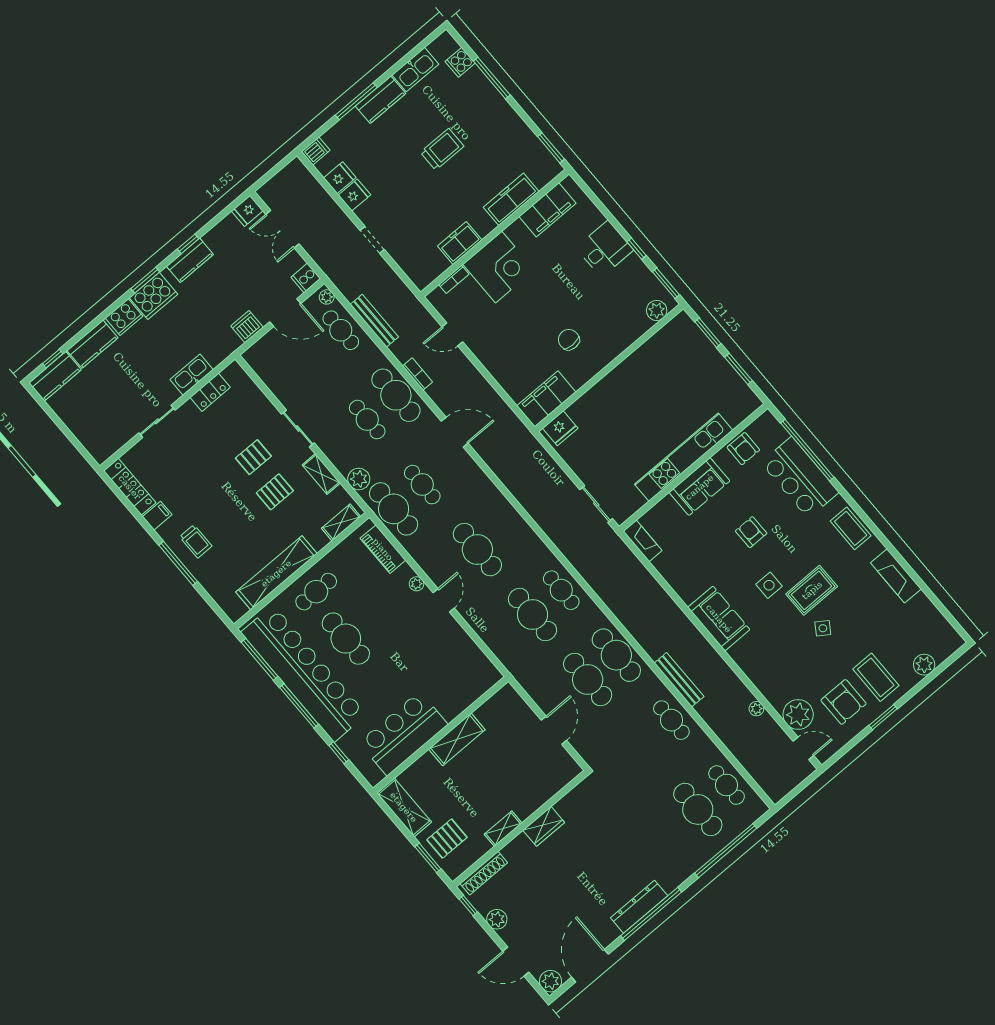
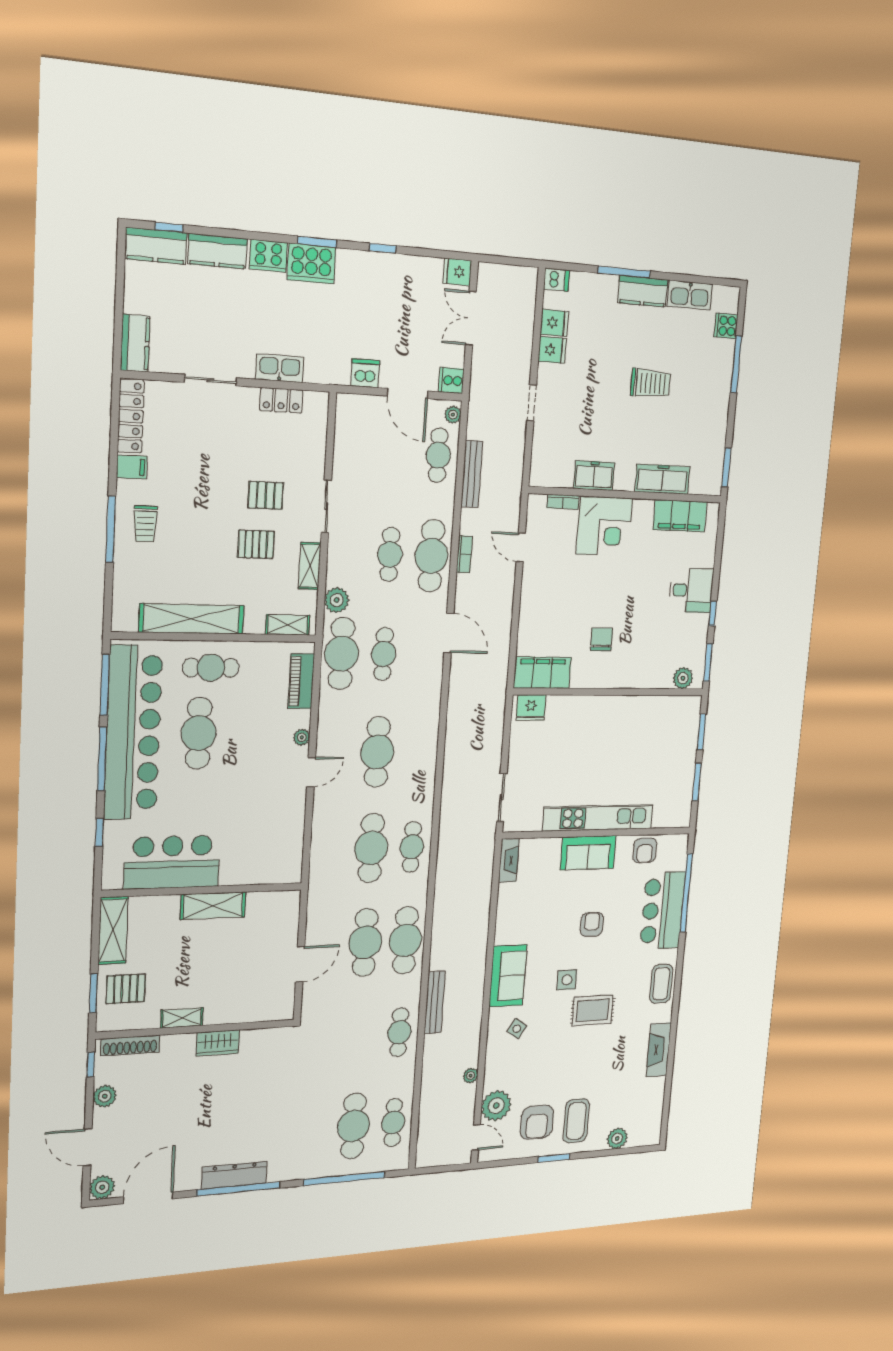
kitchen counter: (190, 260) -> (135, 343), moved, turned -90
side table: (823, 628) -> (517, 1029), moved

